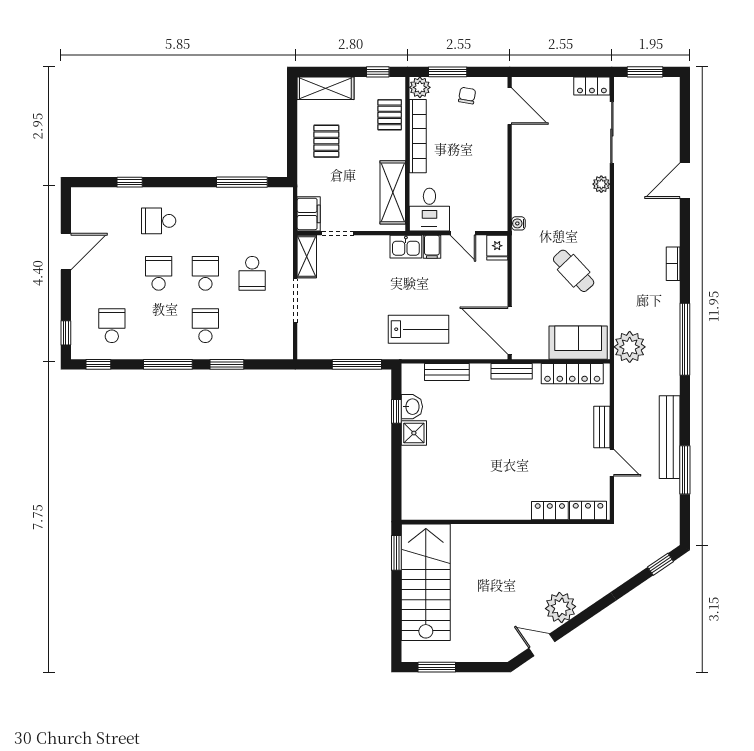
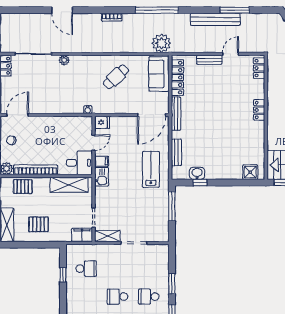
window: (242, 182) -> (63, 275), width x0.46
school desk: (252, 273) -> (86, 269), moved
bench: (512, 371) -> (176, 114), width x1.36
shower: (414, 433) -> (250, 172), moved
locker: (550, 511) -> (259, 110), moved

